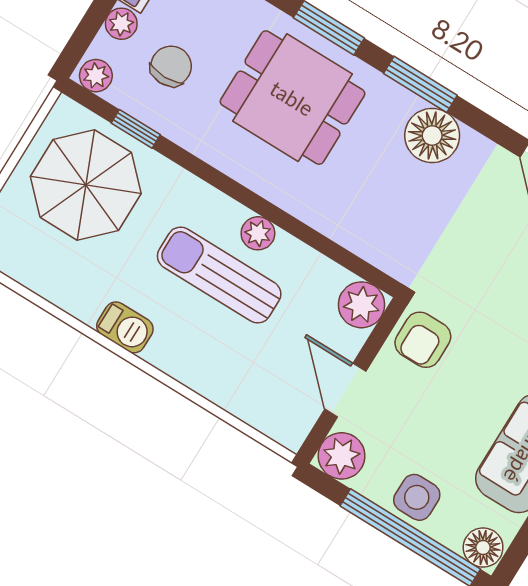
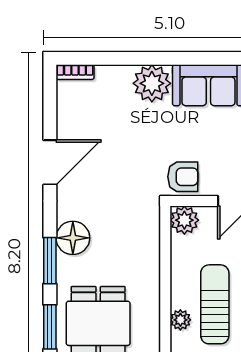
plant: (258, 233) -> (180, 320), moved
sun lounger: (219, 275) -> (215, 304), turned 180

